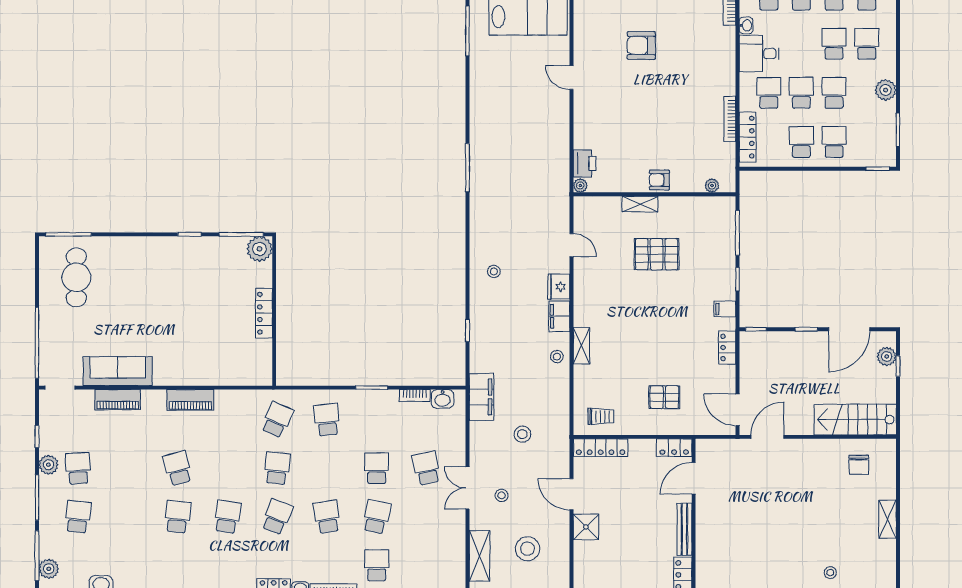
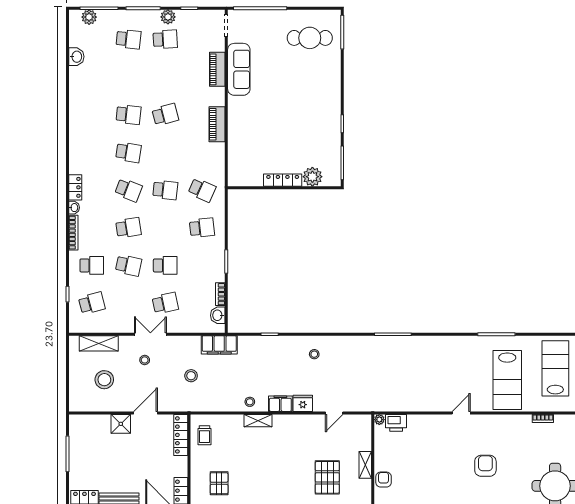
plant: (260, 249) -> (312, 177), moved
school desk: (426, 565) -> (92, 303), added

